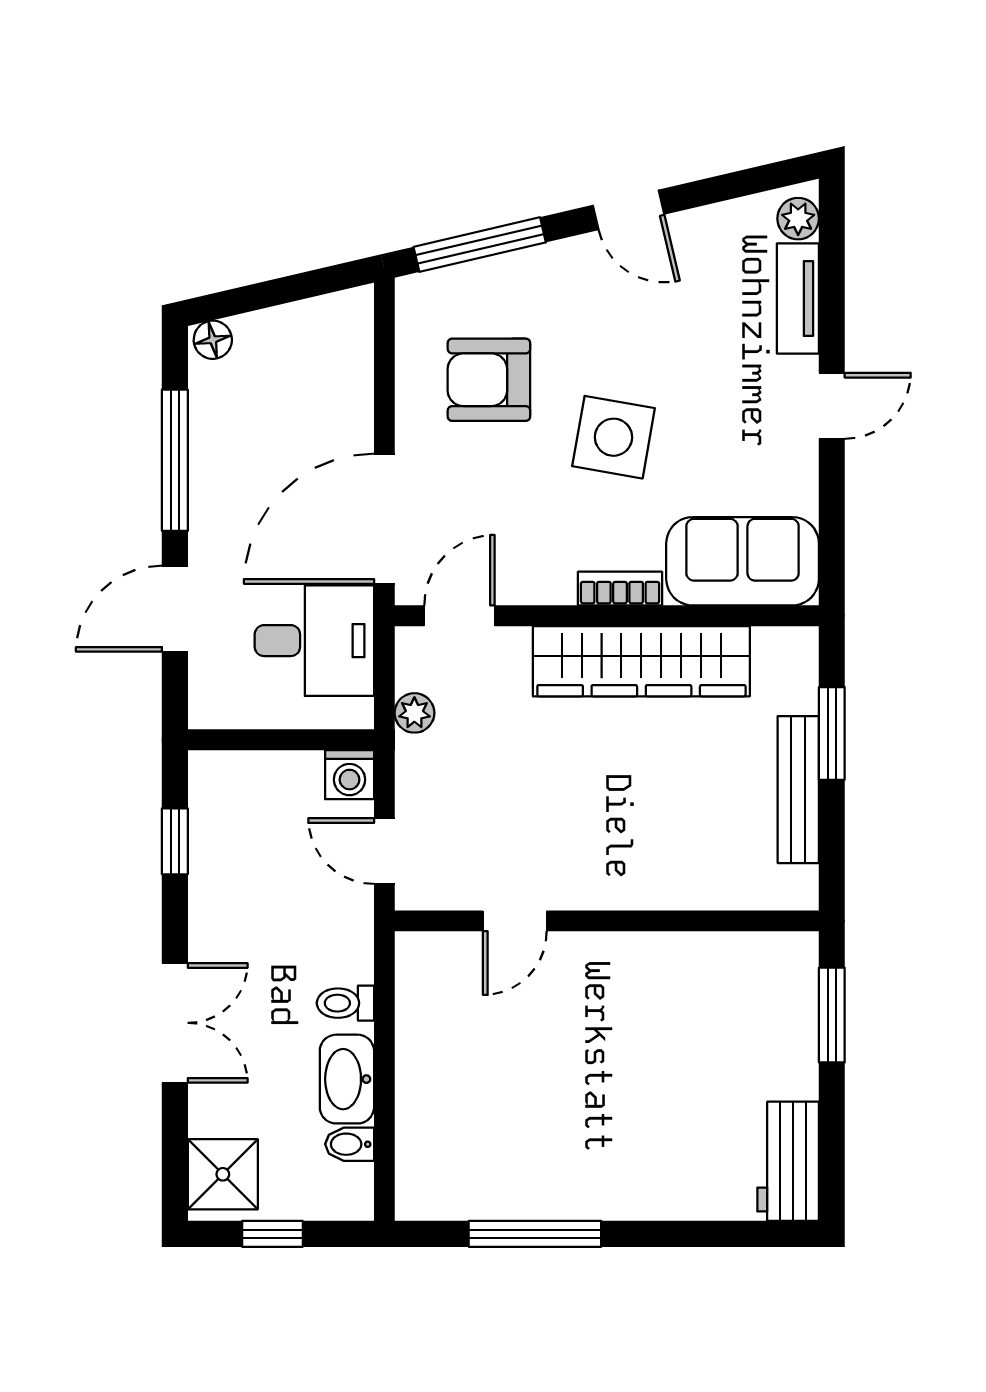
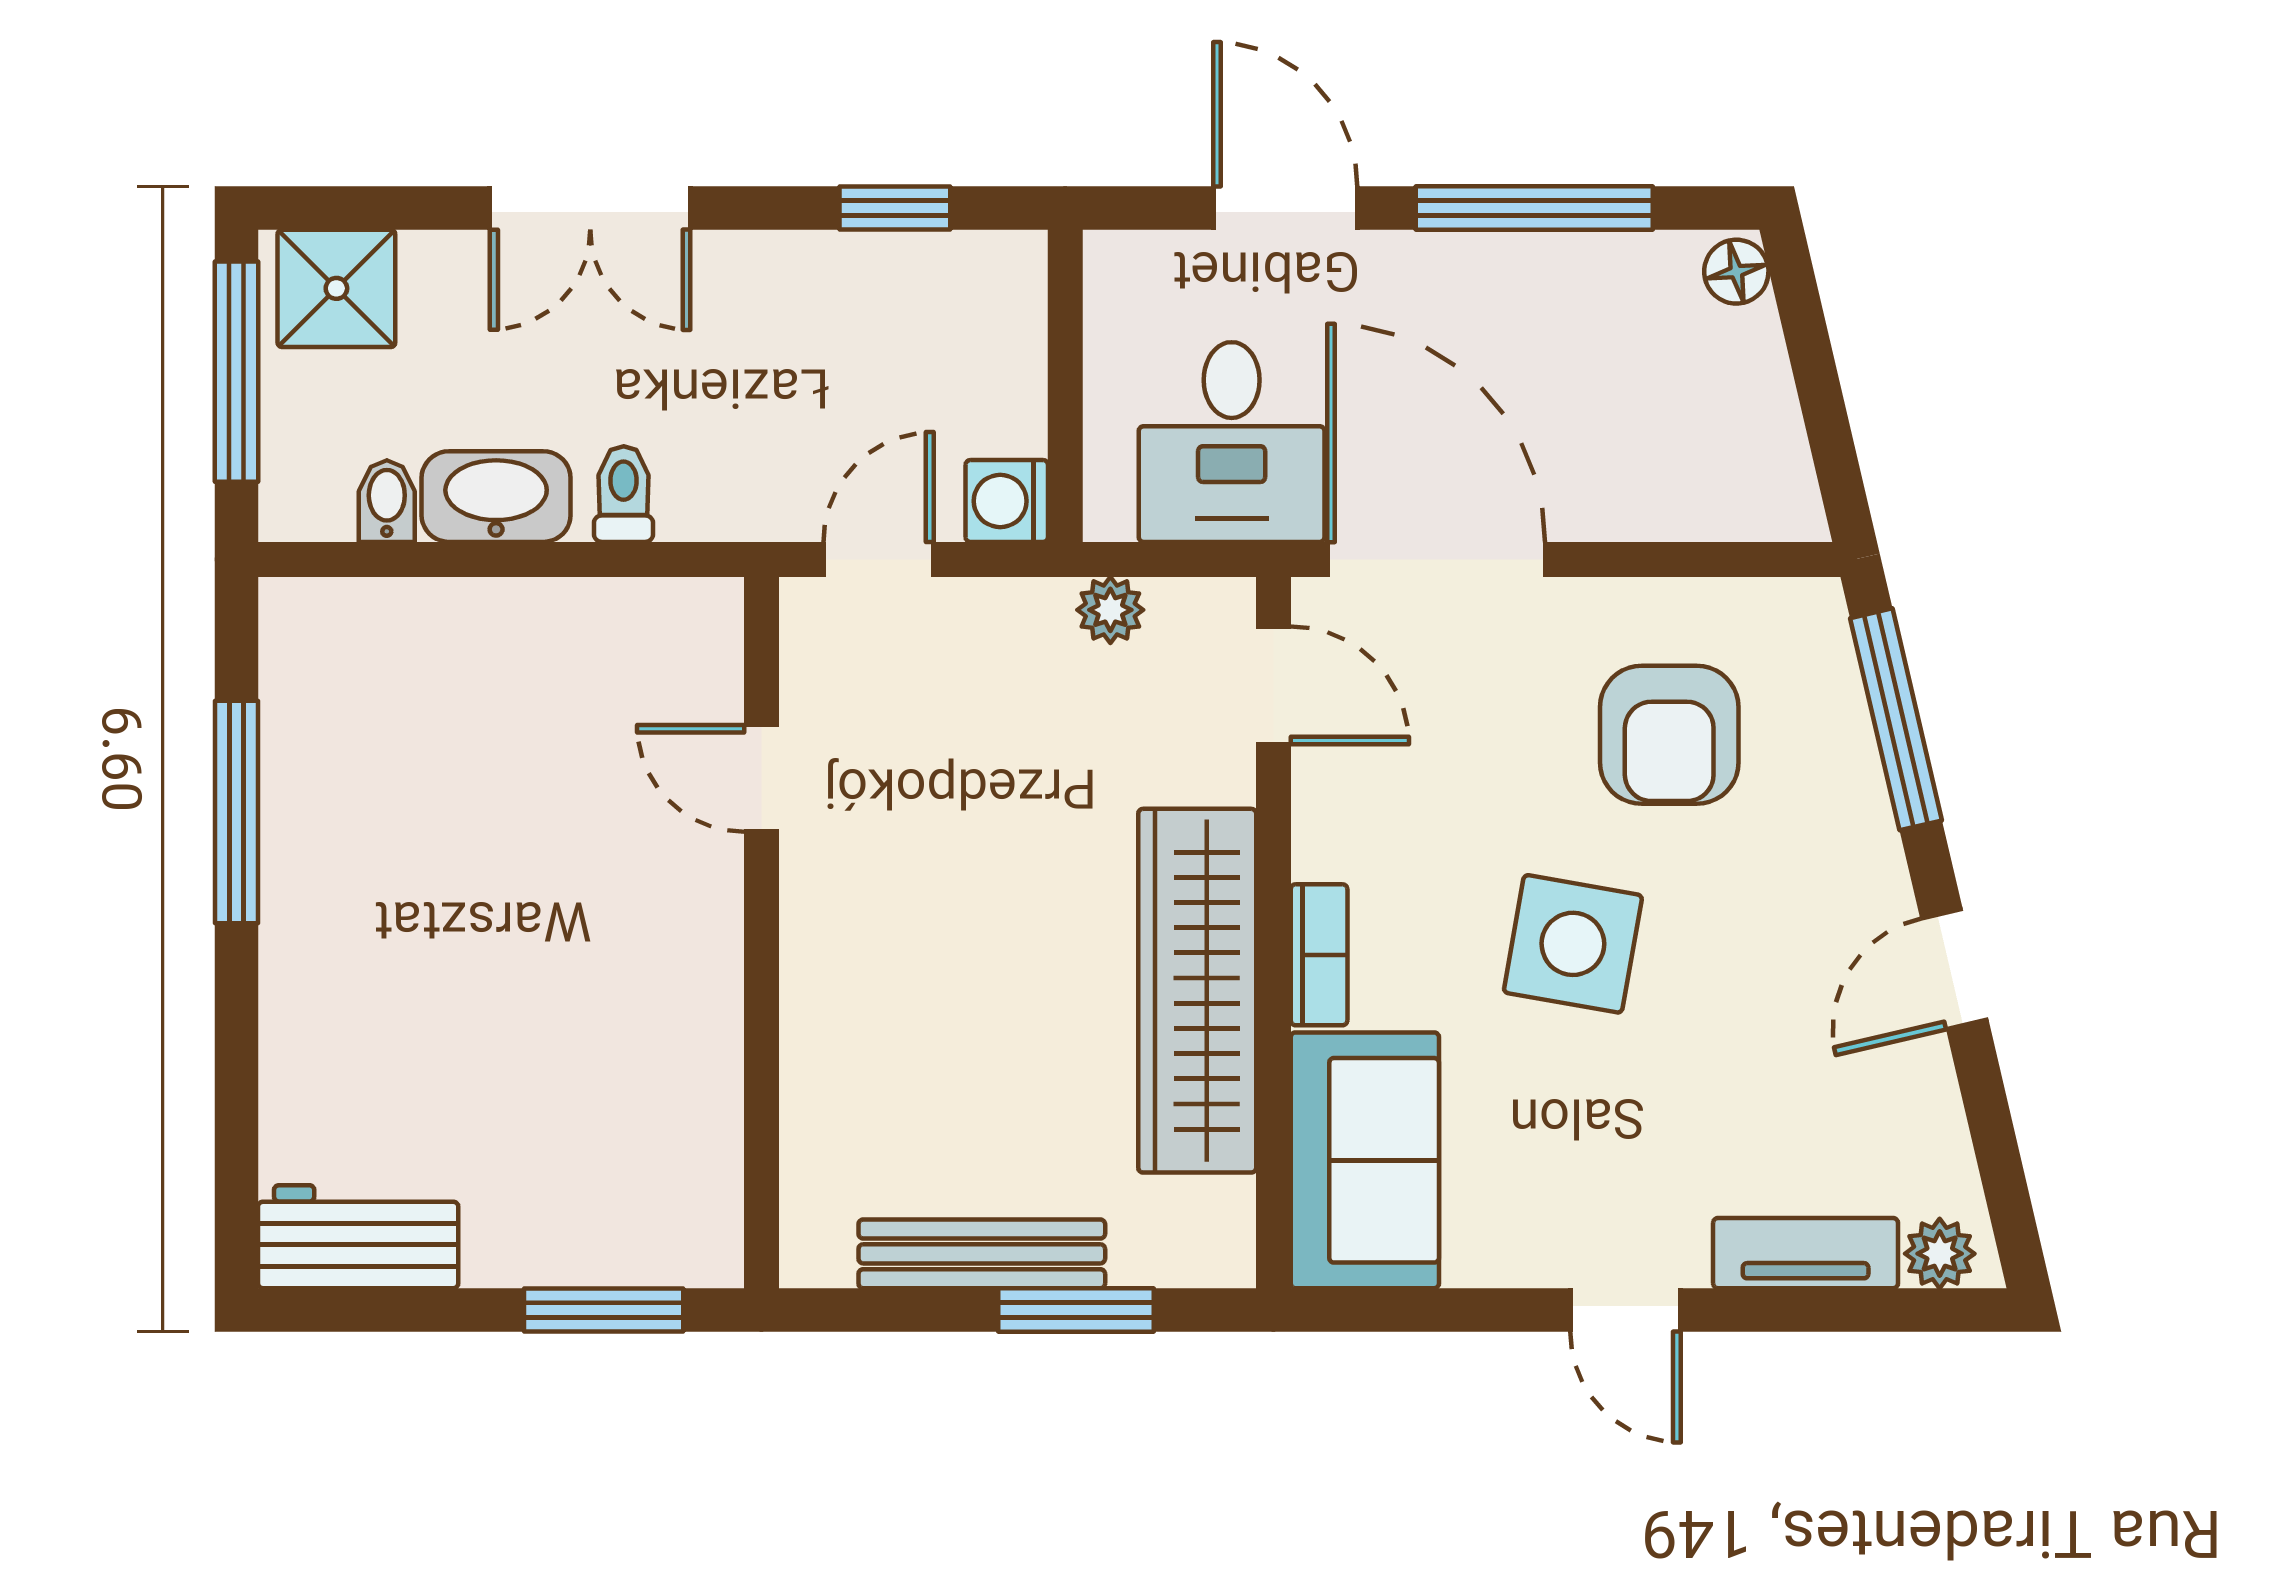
armchair: (489, 380) -> (1669, 735), turned 180
window: (272, 1234) -> (236, 372), width x2.17

